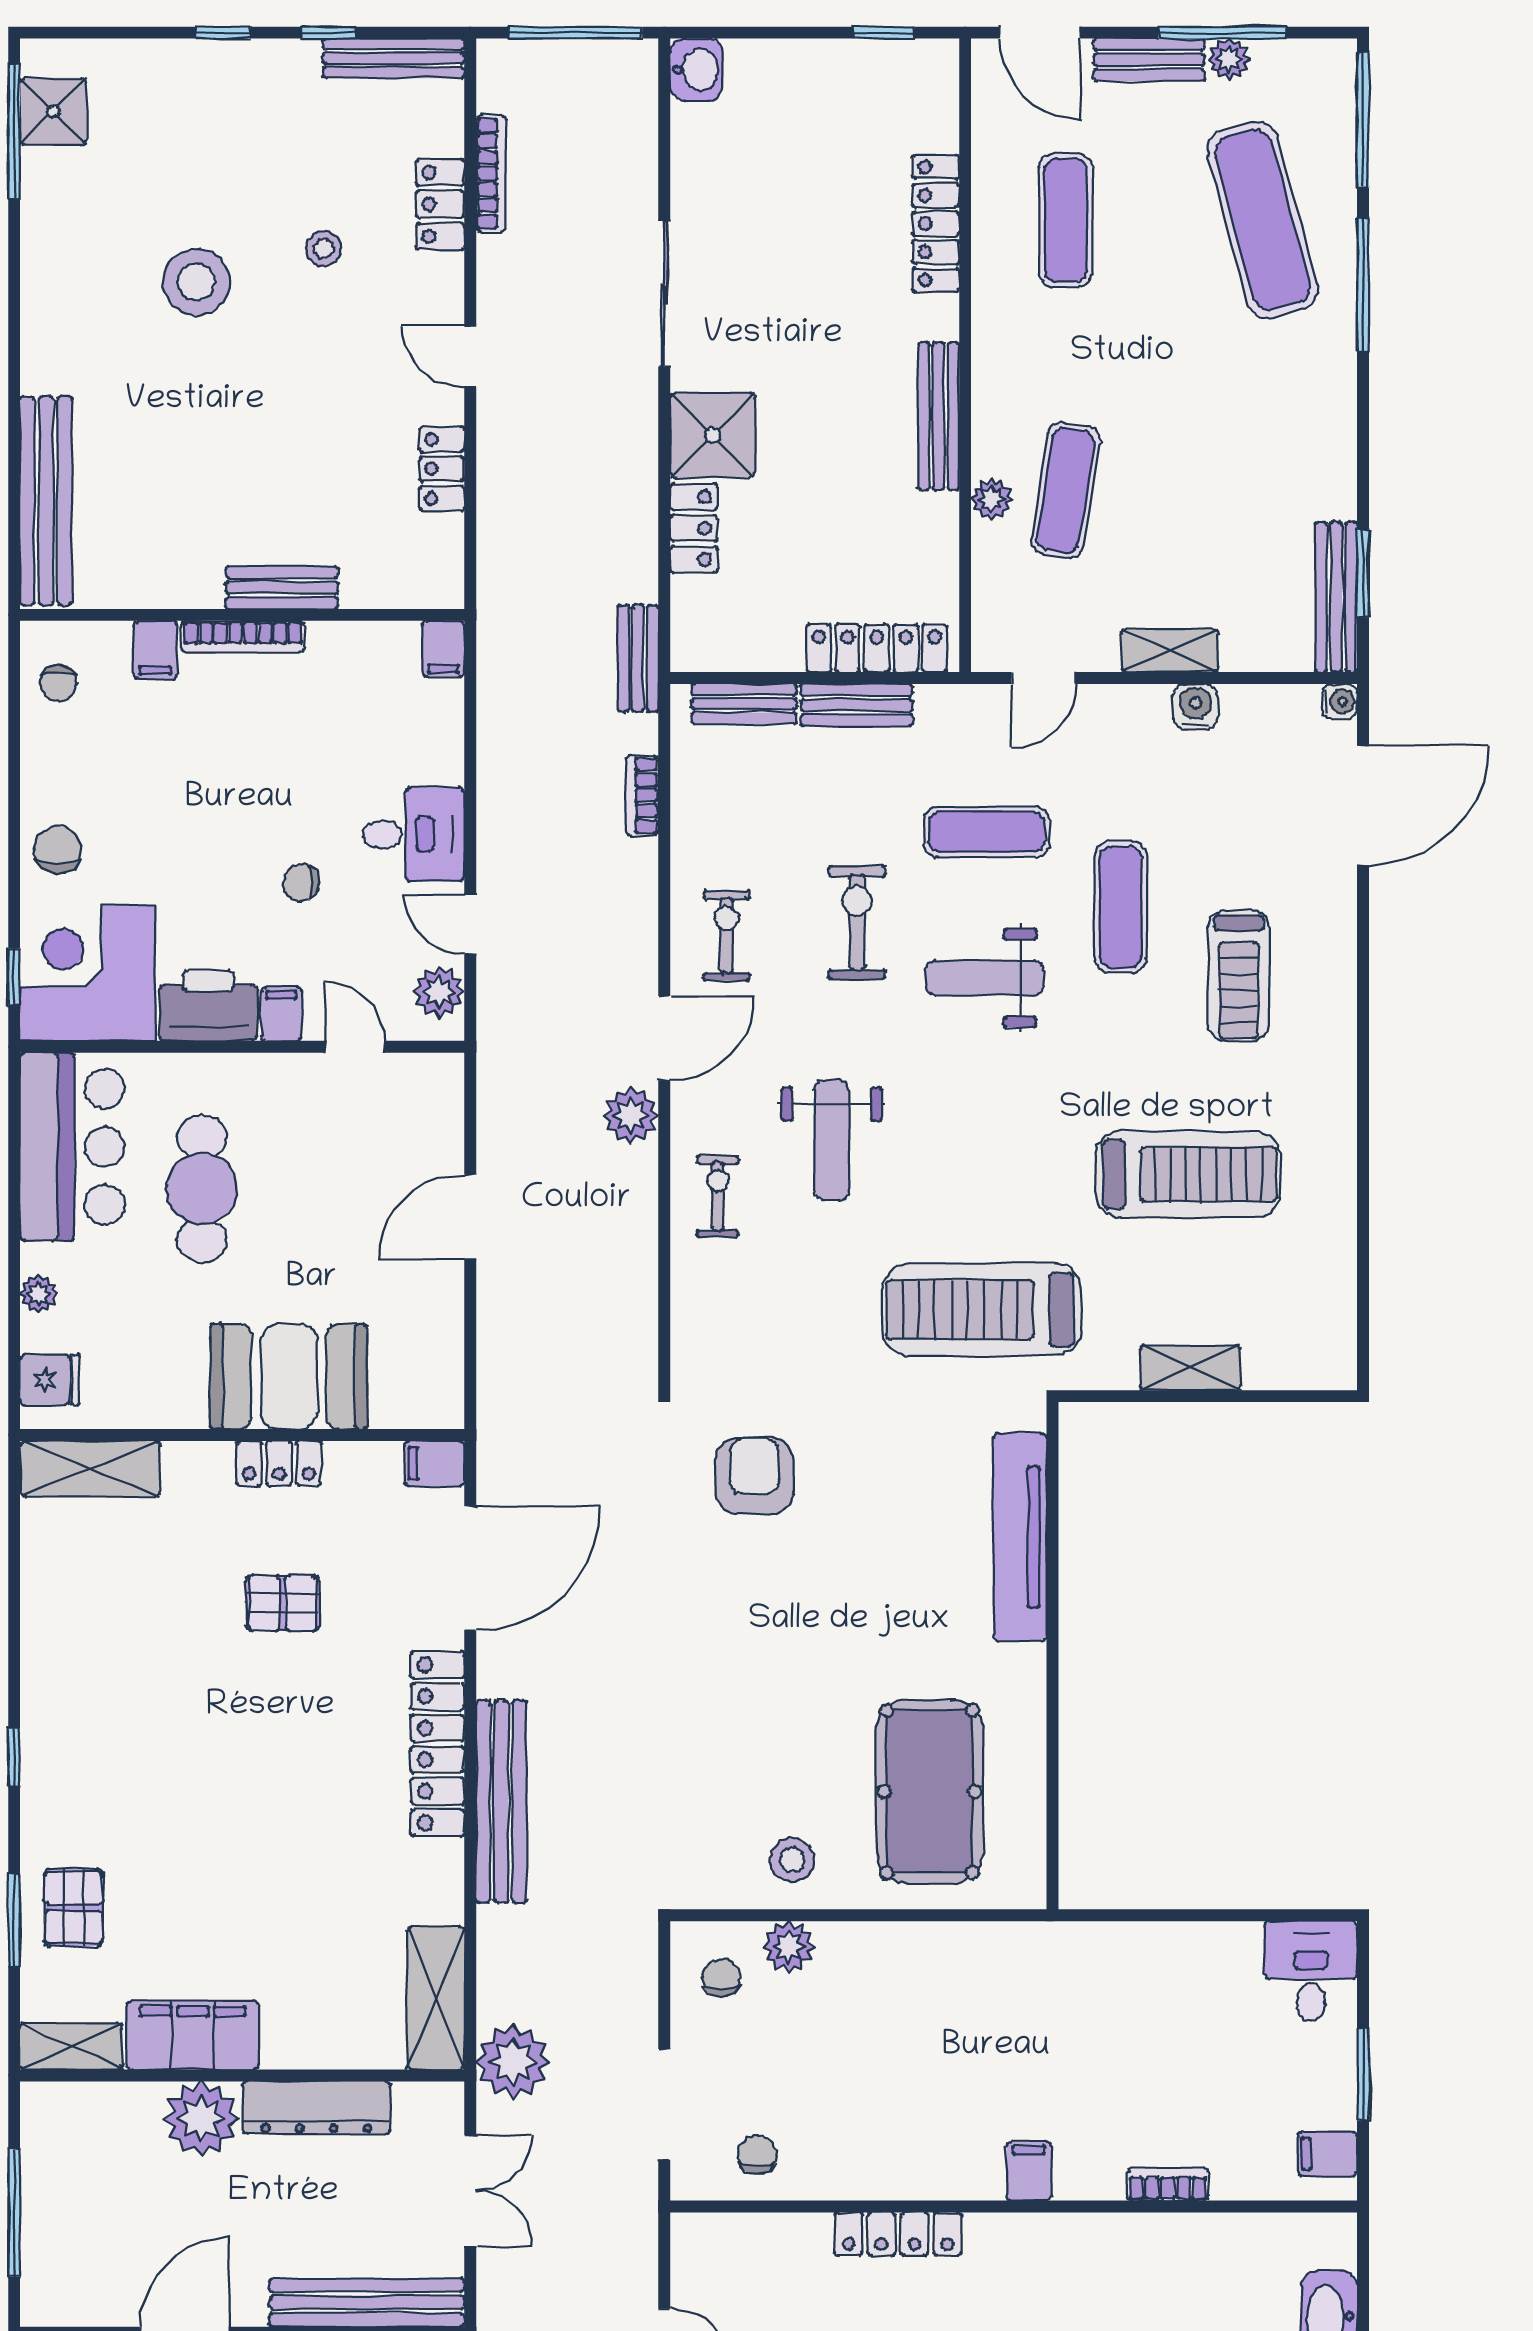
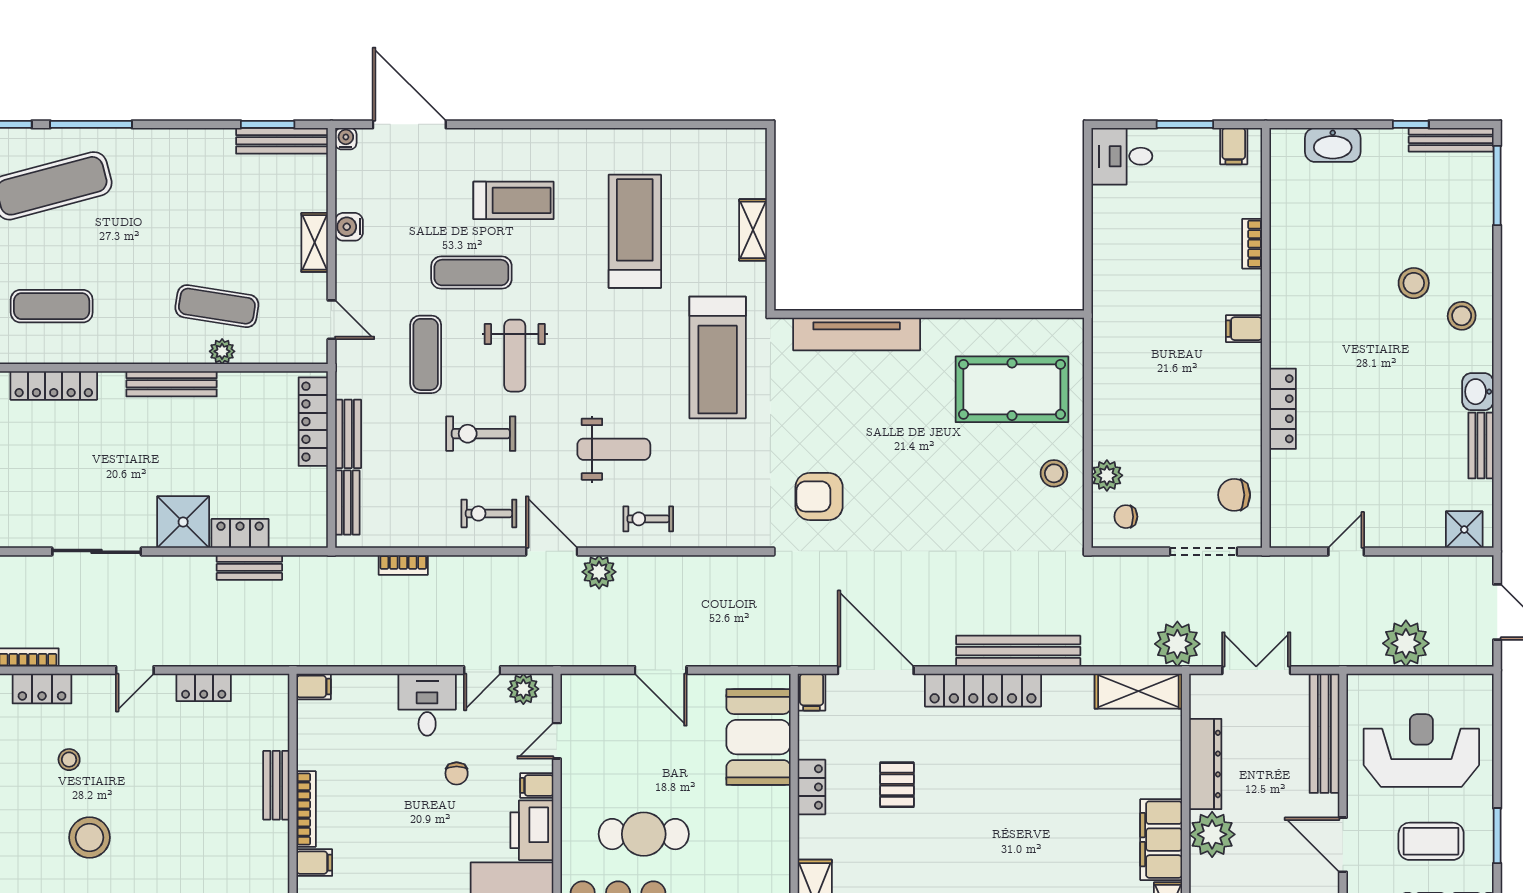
bench: (638, 658) -> (249, 567), moved
booth: (289, 1377) -> (758, 737), moved
chair: (757, 2155) -> (1234, 495), width x1.37, depth x1.37

